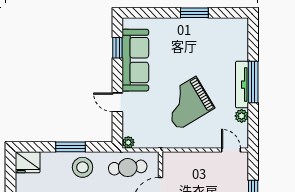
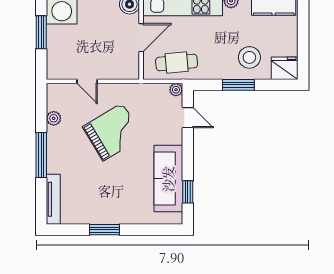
tv unit: (242, 85) -> (53, 199), moved
door: (117, 102) -> (188, 118), moved
door: (231, 150) -> (87, 81), moved
stool: (83, 167) -> (249, 57), moved

